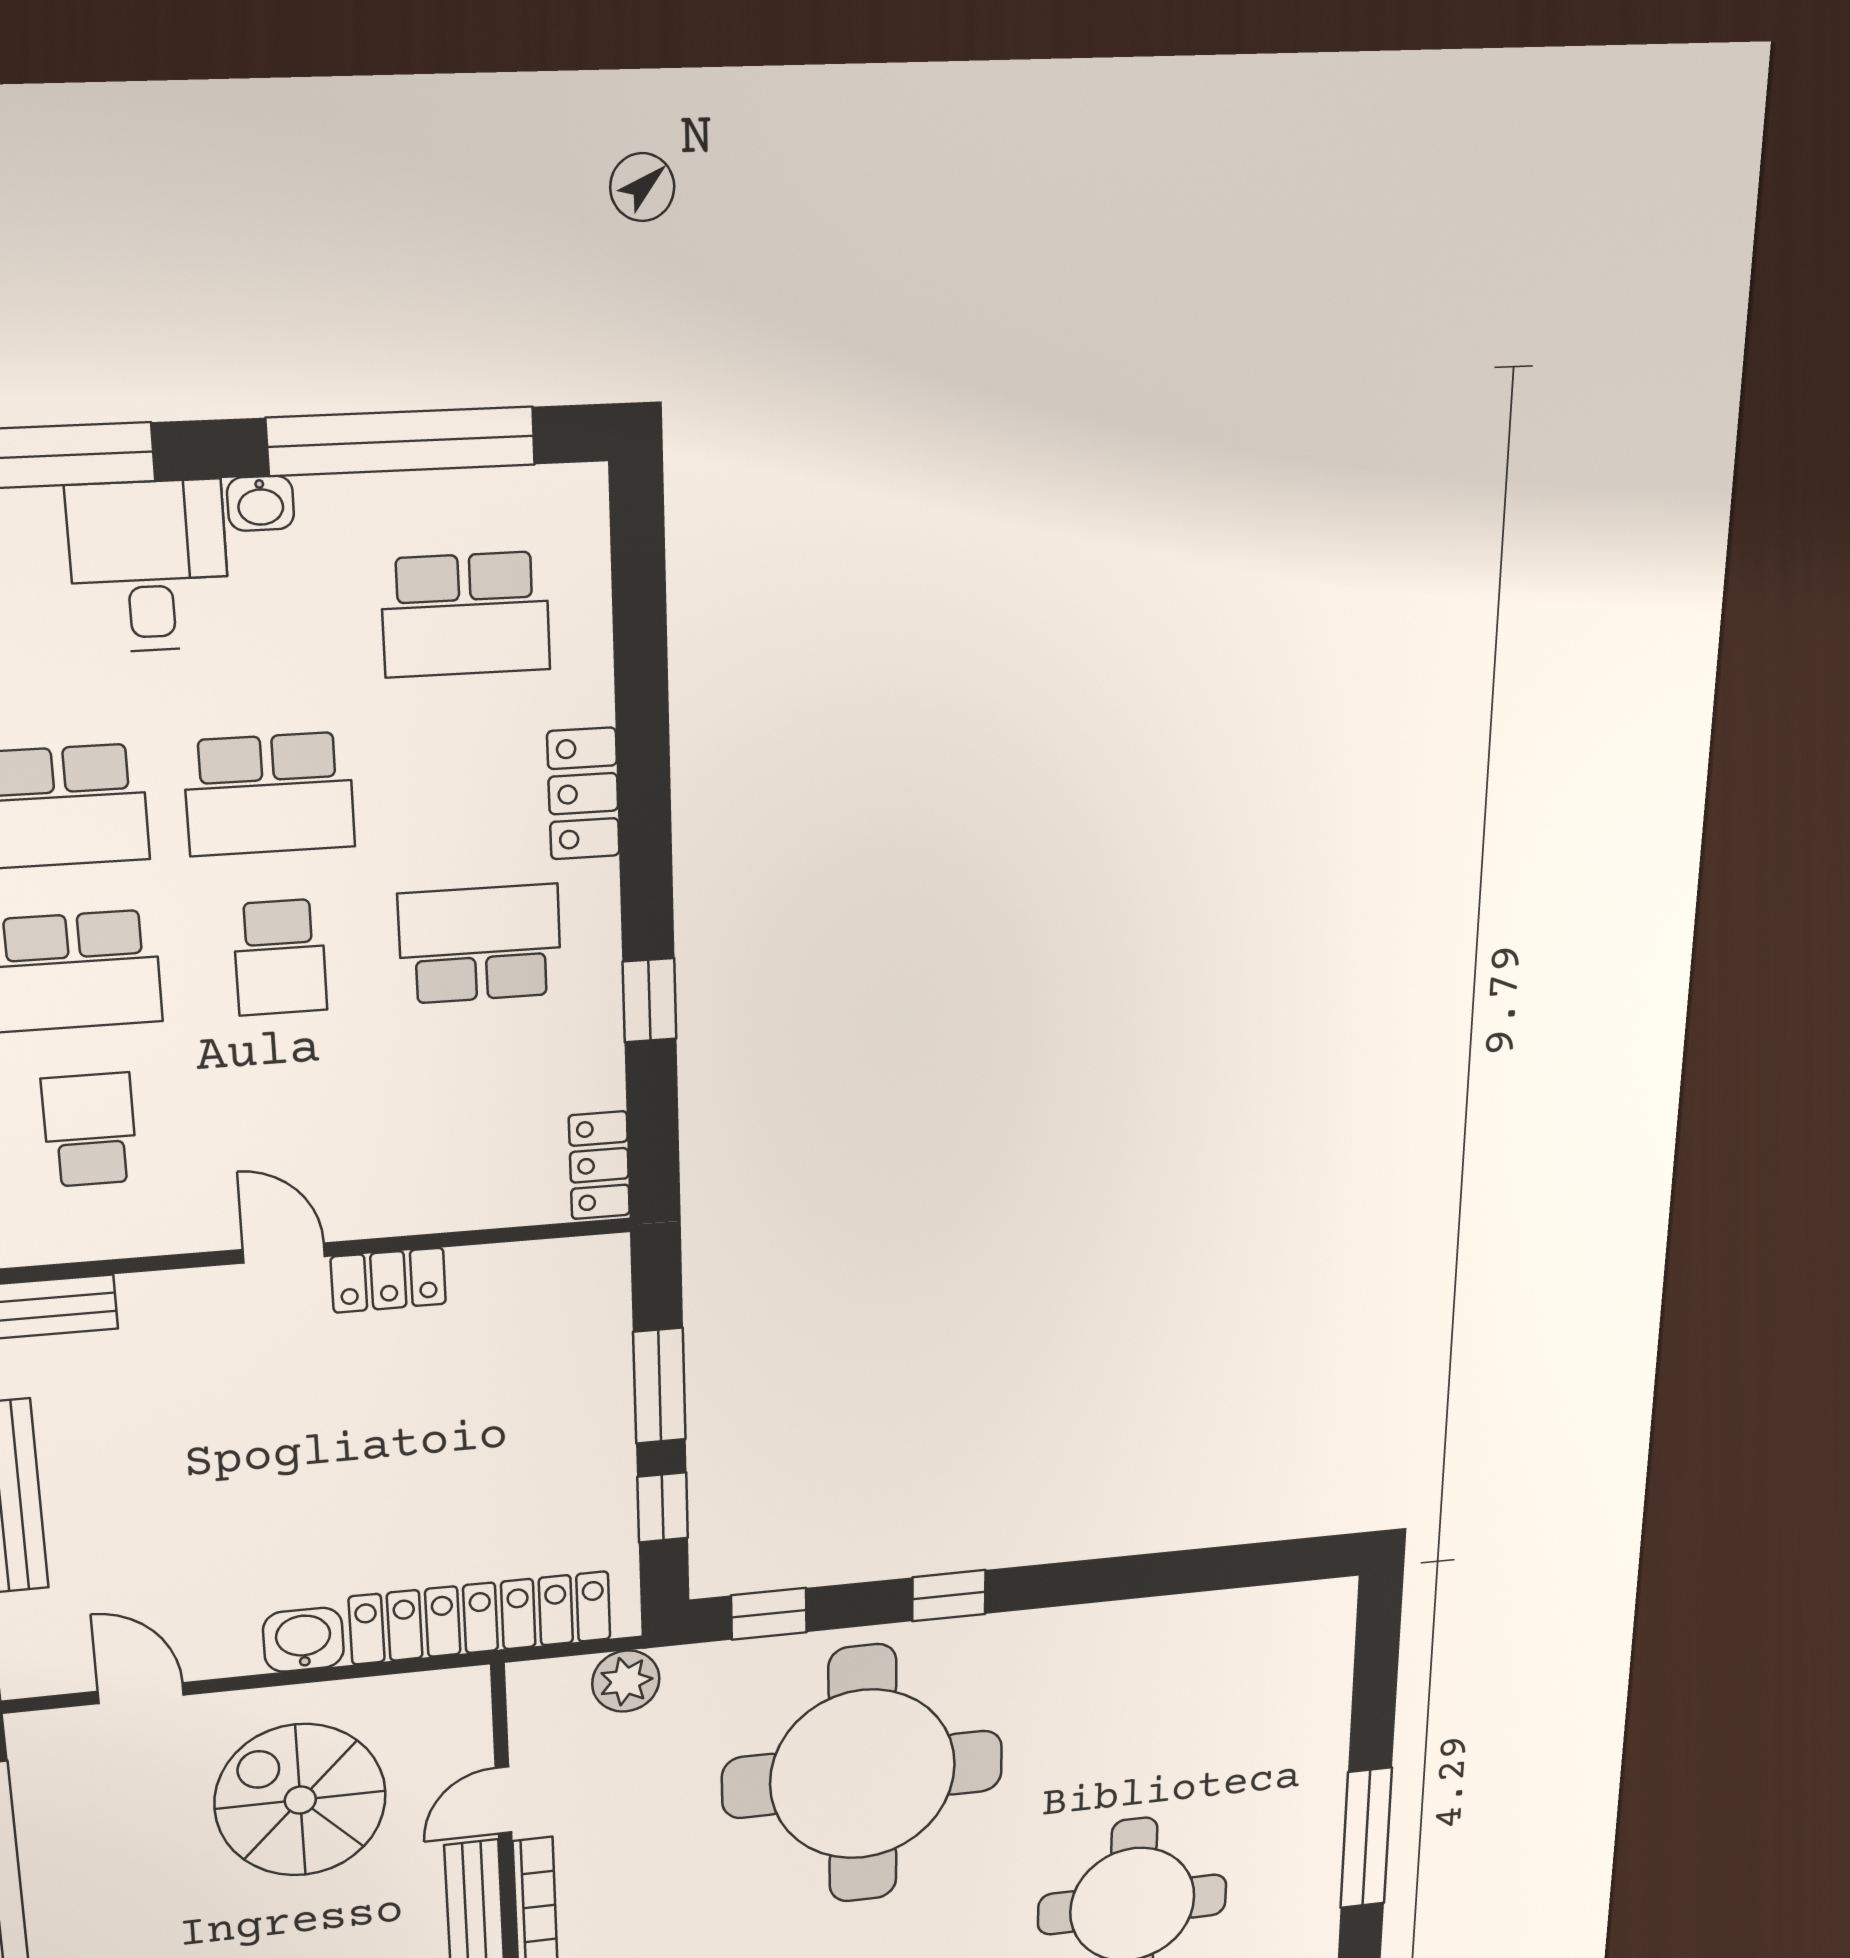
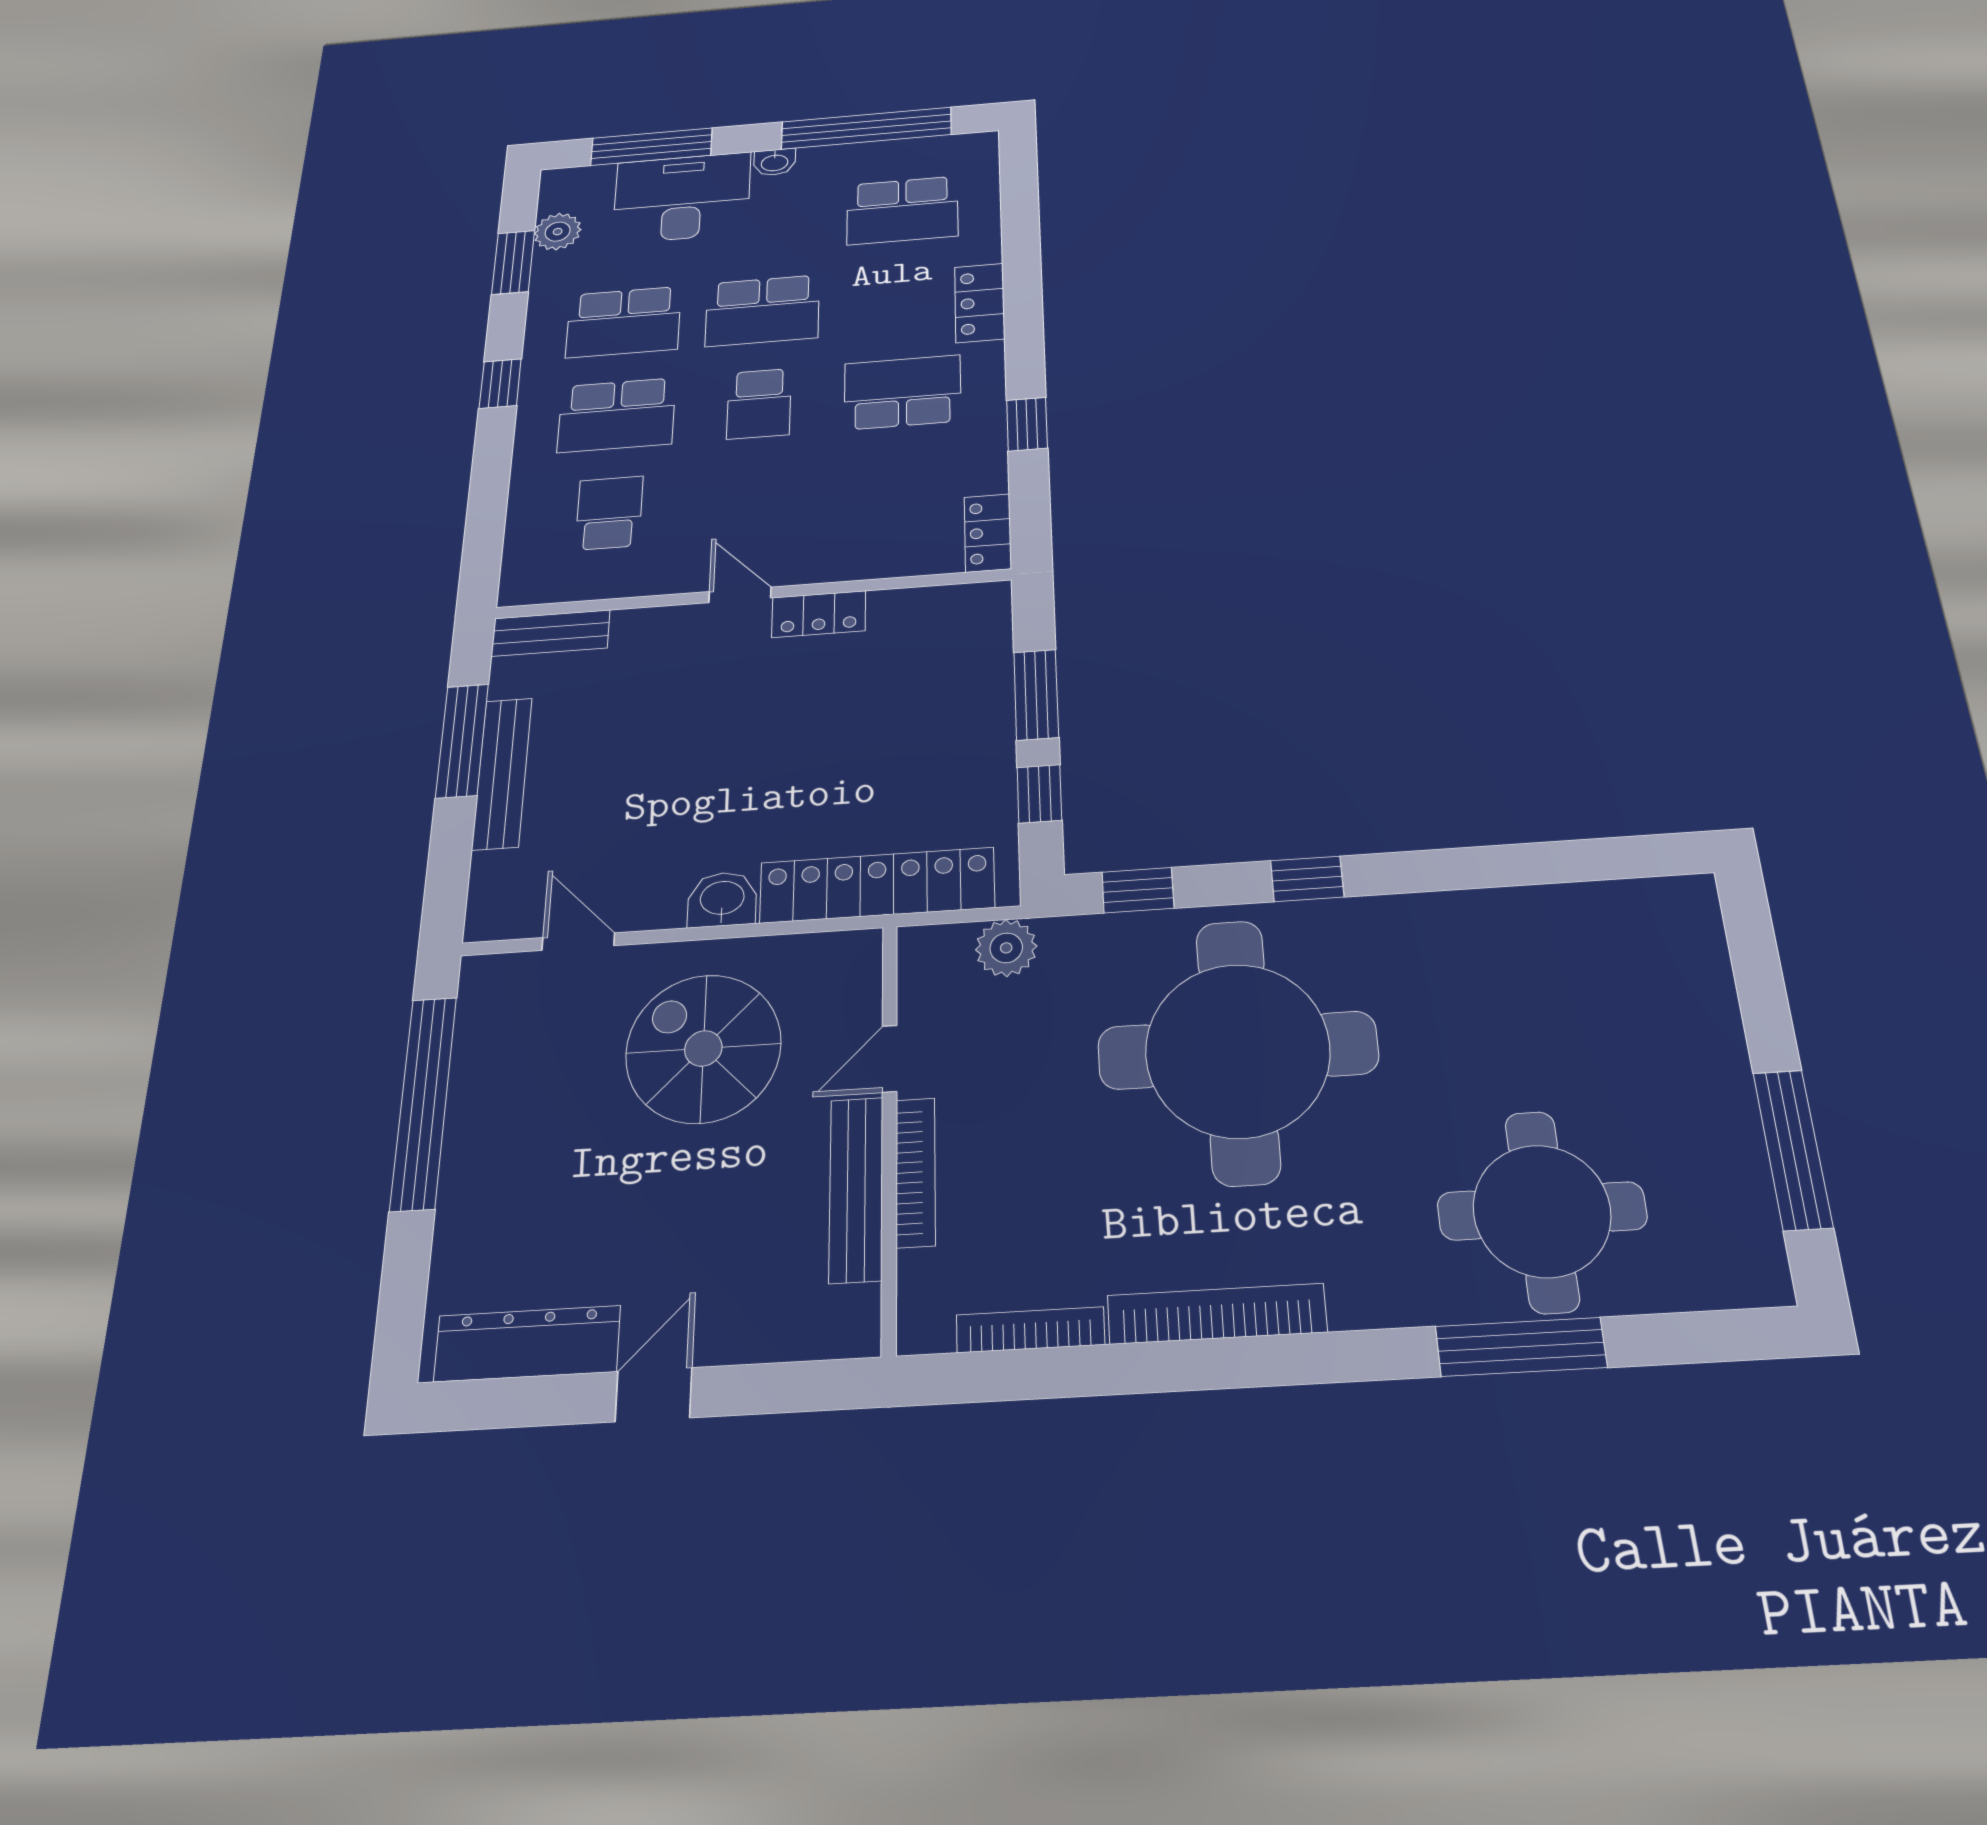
desk: (149, 566) -> (682, 198), width x1.37

